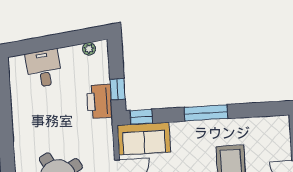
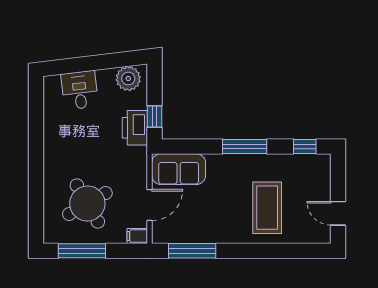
plant: (89, 49) -> (128, 79), width x1.88, depth x1.88
window: (141, 117) -> (305, 146), moved

